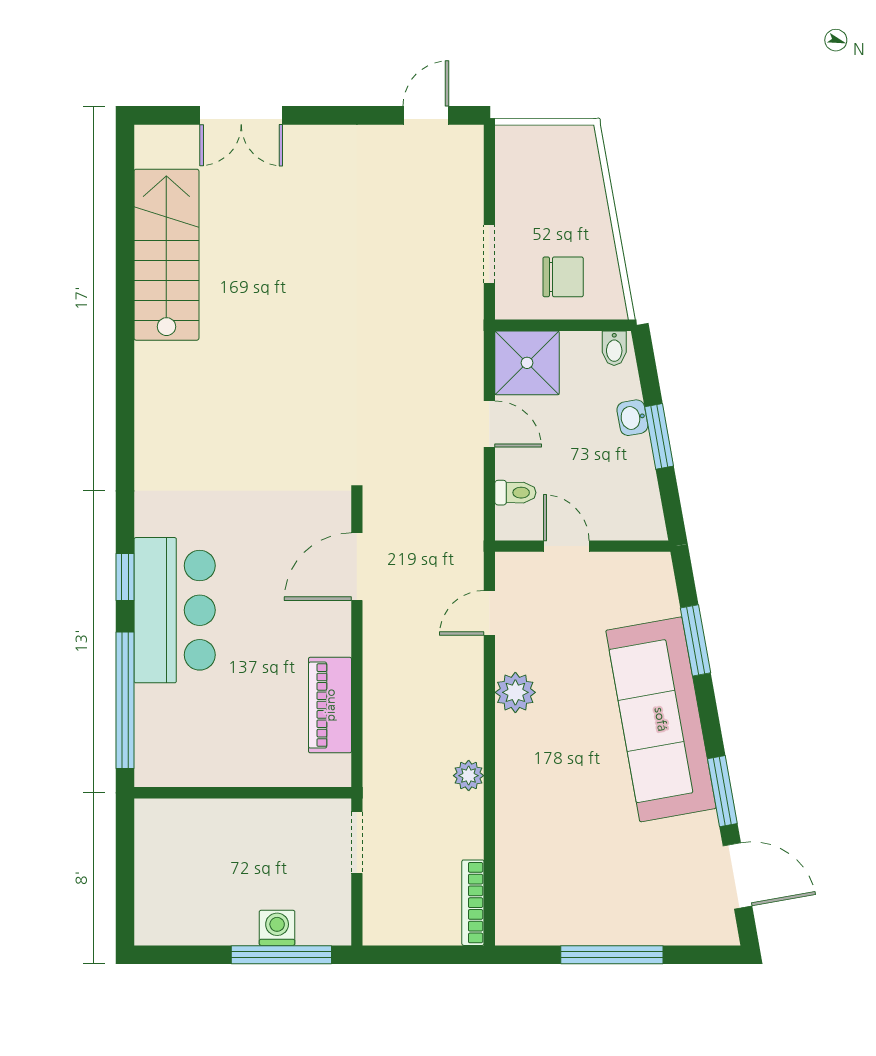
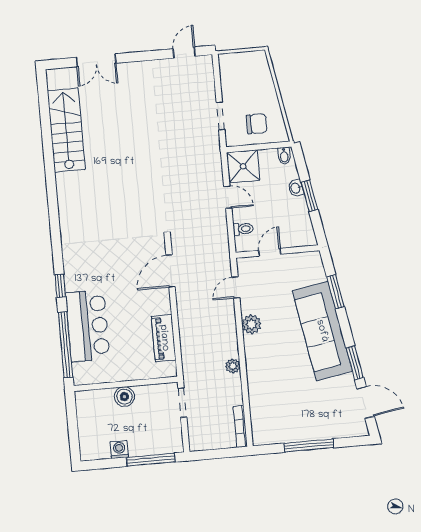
door: (566, 546) -> (270, 252), hinge flipped
bar counter: (175, 610) -> (88, 326), moved
boiler: (238, 819) -> (124, 397), added
washing machine: (277, 928) -> (119, 449), moved

